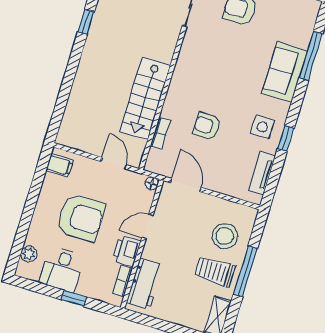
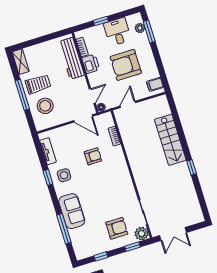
stairs: (145, 99) -> (170, 140), moved, turned 180
door: (114, 163) -> (128, 104), swing flipped
door: (147, 227) -> (92, 96), moved
window: (19, 241) -> (149, 31), added
workbench: (144, 284) -> (71, 58), width x1.38

